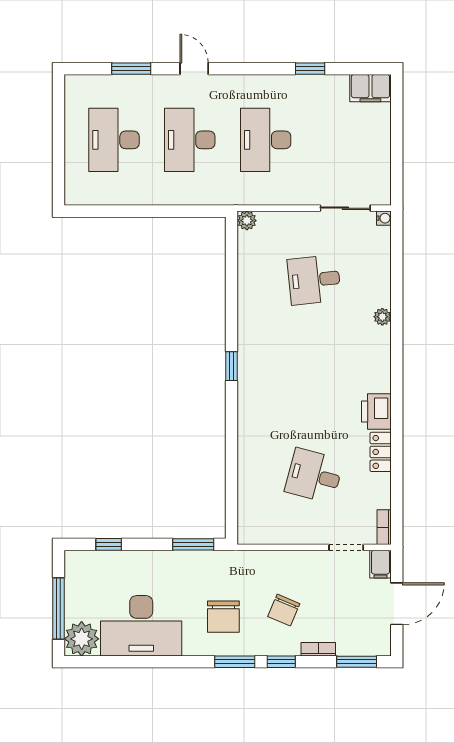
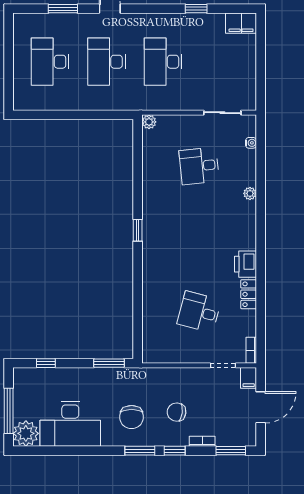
water cooler: (384, 218) -> (251, 143), moved
chair: (284, 610) -> (177, 412), turned 75

